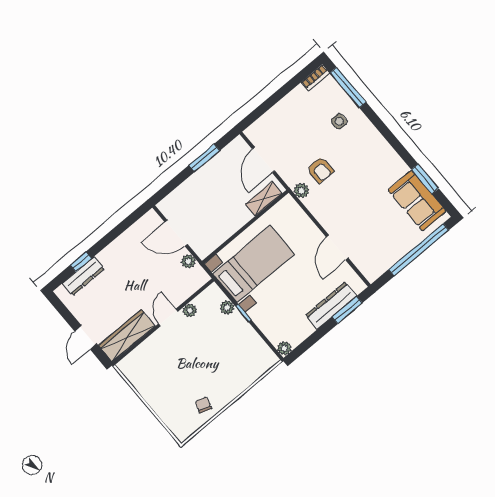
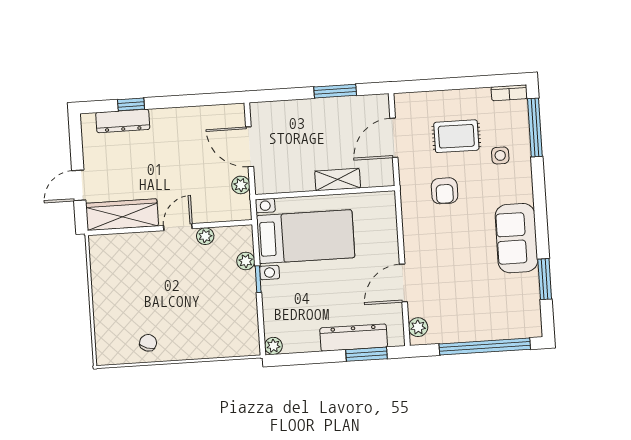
rug: (302, 130) -> (456, 136), added
plant: (301, 191) -> (418, 327), moved
shelving: (264, 199) -> (338, 180), moved
sofa: (417, 201) -> (517, 238), moved

